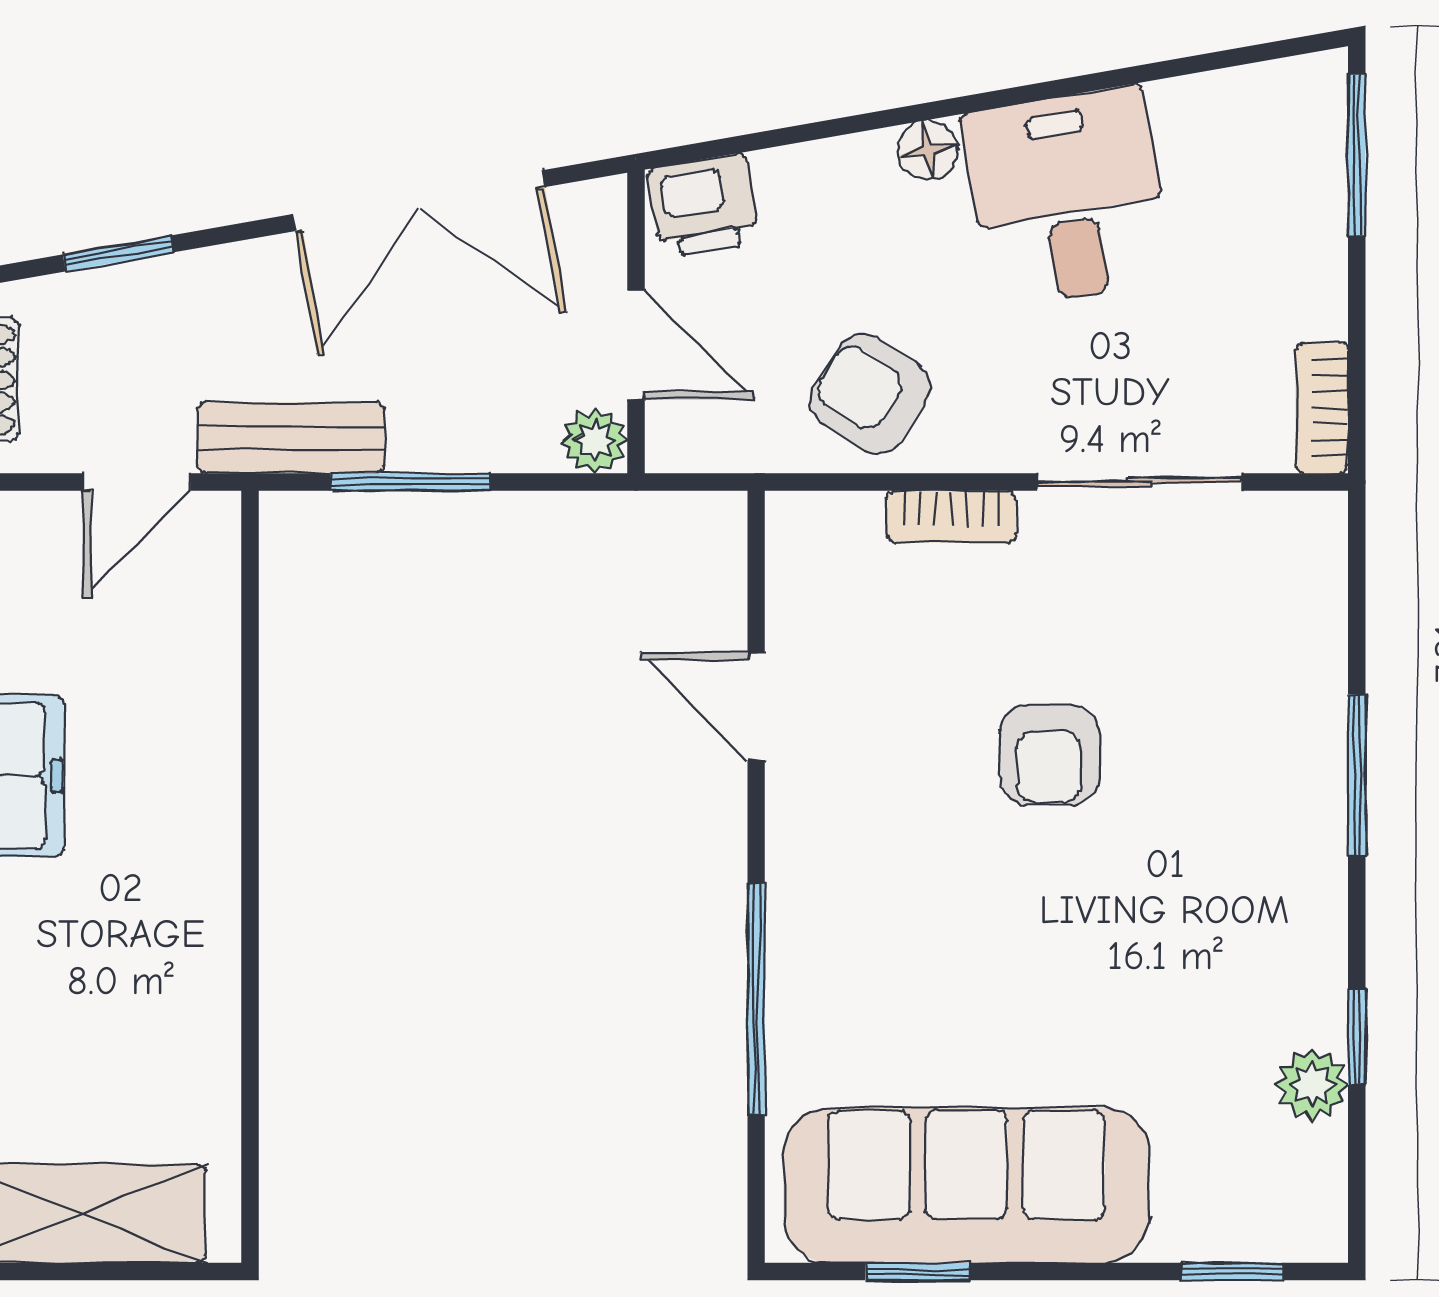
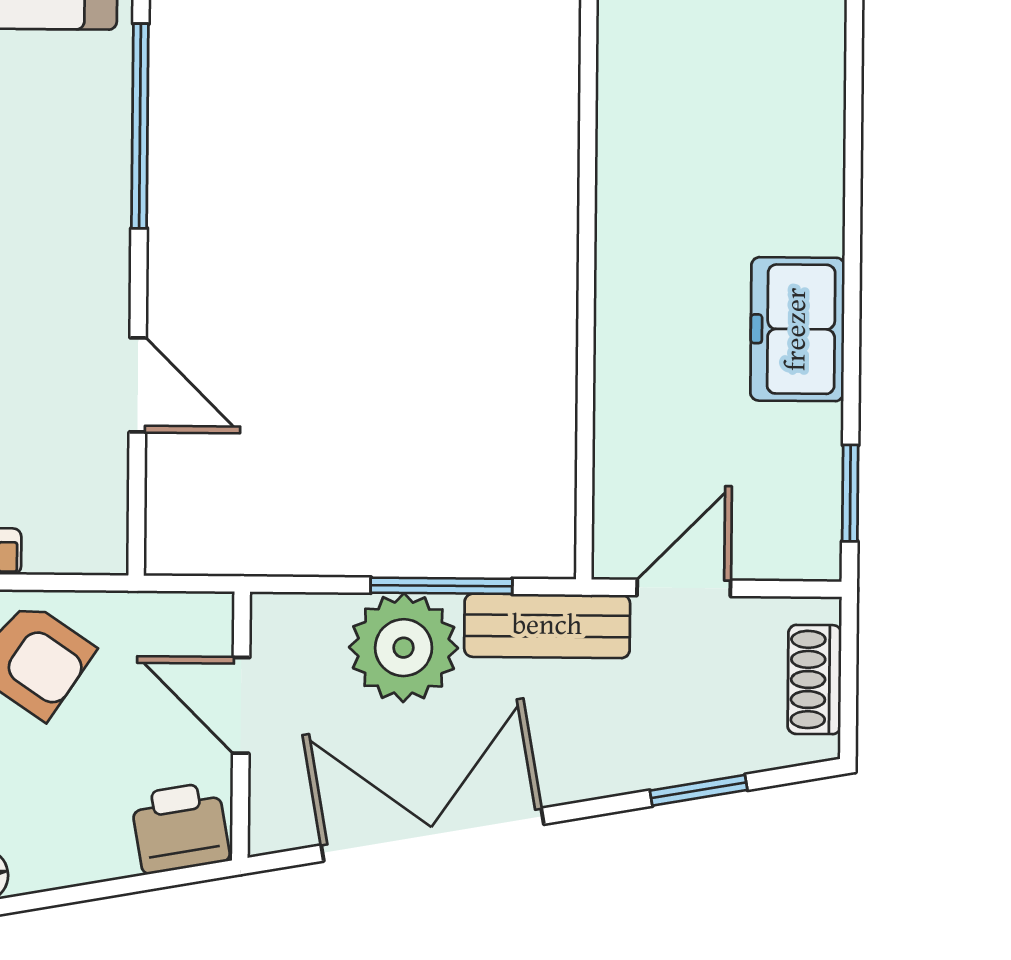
plant: (595, 441) -> (404, 648), moved, width x1.87, depth x1.87

